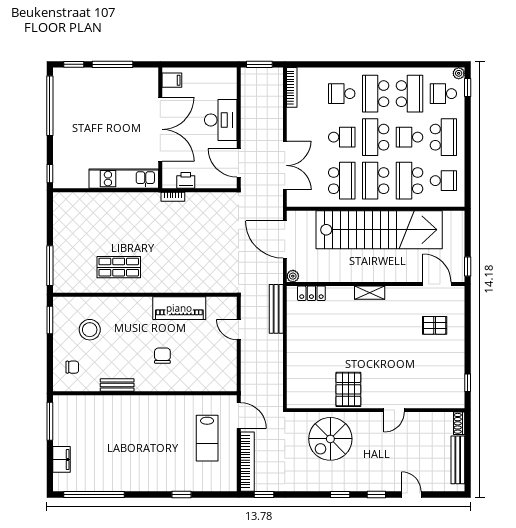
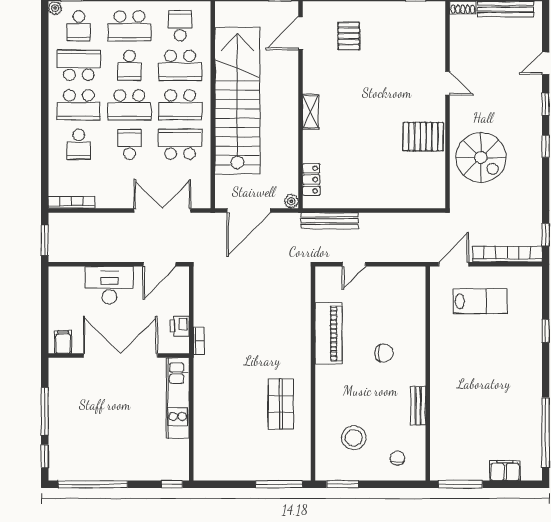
school desk: (443, 137) -> (129, 26), turned 180
chair: (162, 356) -> (384, 353), turned 180

